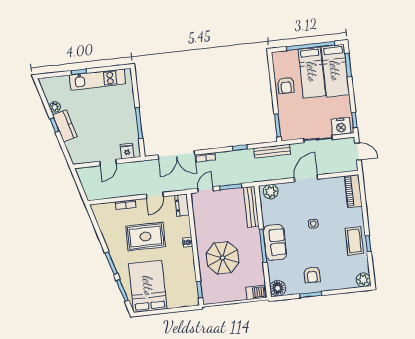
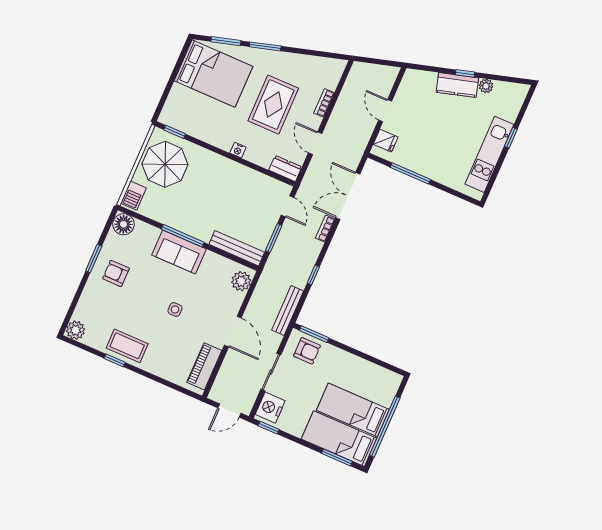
armchair: (286, 85) -> (307, 351), moved, turned 180
piano: (353, 191) -> (204, 366), moved, turned -90
parasol: (223, 258) -> (165, 164), moved

